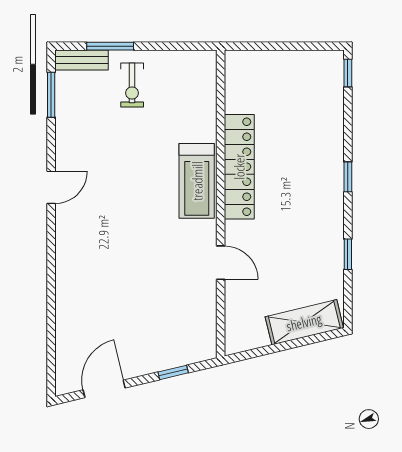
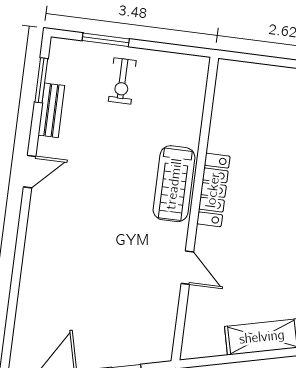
bench: (81, 60) -> (51, 110), moved, turned 90
locker: (239, 167) -> (213, 190), width x0.71, depth x0.83

